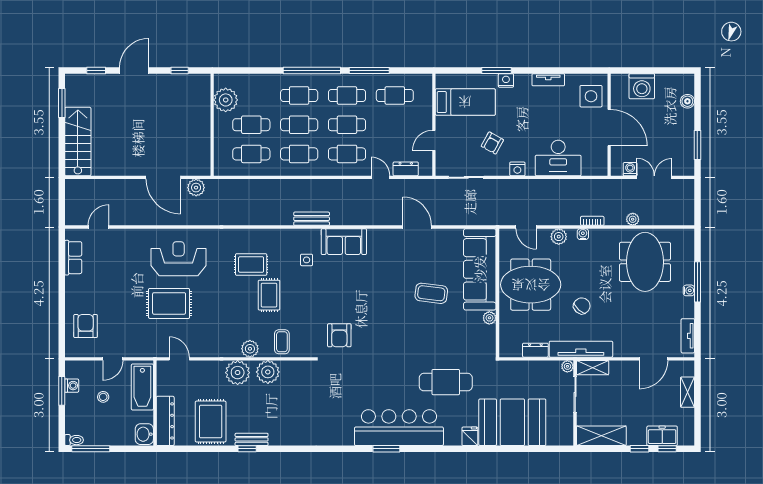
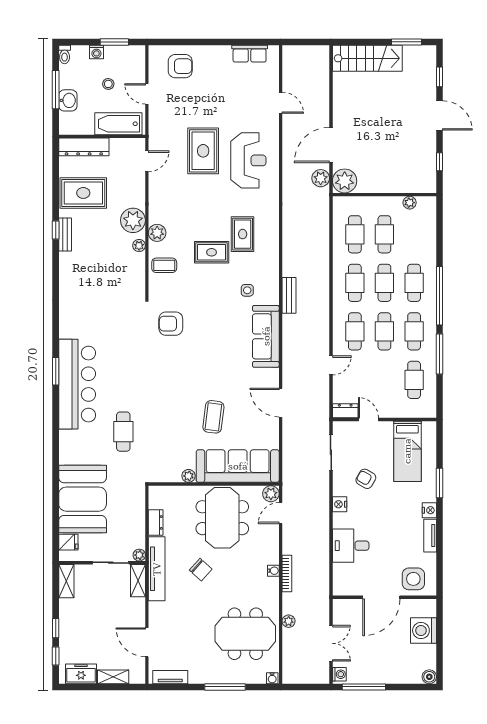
nightstand: (506, 80) -> (429, 510), moved
plant: (226, 100) -> (410, 203), width x0.53, depth x0.53
boiler: (687, 101) -> (429, 677), moved
window: (697, 145) -> (364, 687), width x1.44
desk: (558, 158) -> (351, 546), width x0.73
plant: (199, 164) -> (345, 181), added
dresser: (406, 169) -> (345, 411), moved, turned -90
washing machine: (630, 169) -> (339, 674), moved
bookcase: (592, 221) -> (287, 574), width x1.56
door: (98, 227) -> (281, 103), moved
door: (417, 227) -> (281, 403), swing flipped
plant: (559, 237) -> (271, 494), moved
sofa: (344, 242) -> (266, 336), width x1.36
water cooler: (689, 290) -> (272, 678), moved
plant: (268, 372) -> (139, 246), width x0.53, depth x0.53
cafe table: (446, 382) -> (123, 432), width x0.73, depth x0.74
washing machine: (72, 386) -> (96, 52), moved
washbasin: (144, 434) -> (68, 100), moved, turned 90
fridge: (470, 436) -> (68, 542), moved
shelving: (601, 436) -> (66, 581), width x0.67, depth x0.75
freezer: (662, 436) -> (81, 674), moved, turned -90
window: (91, 449) -> (56, 90), moved

